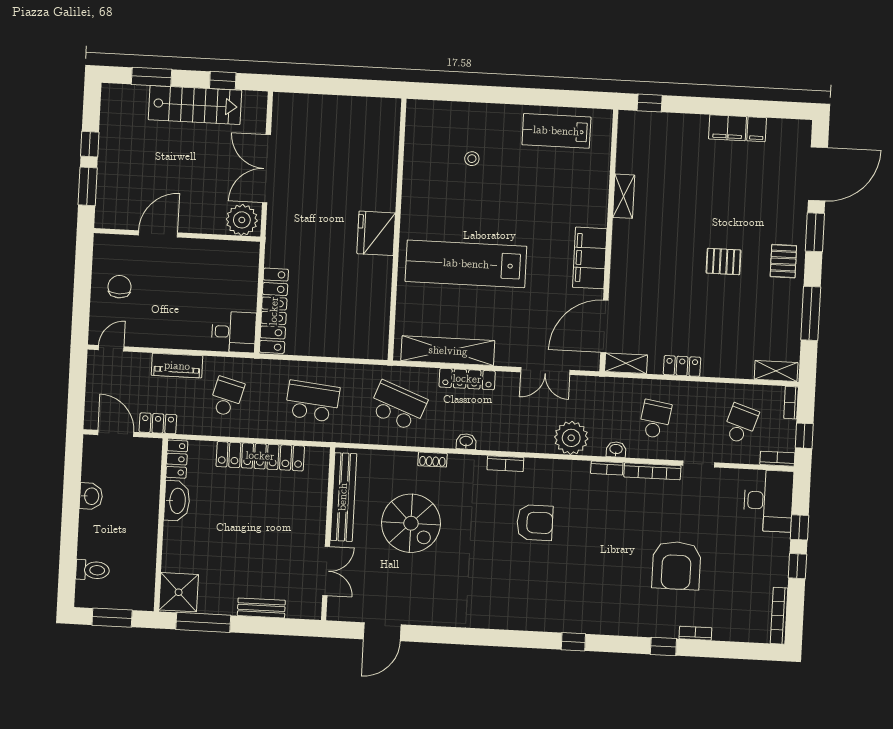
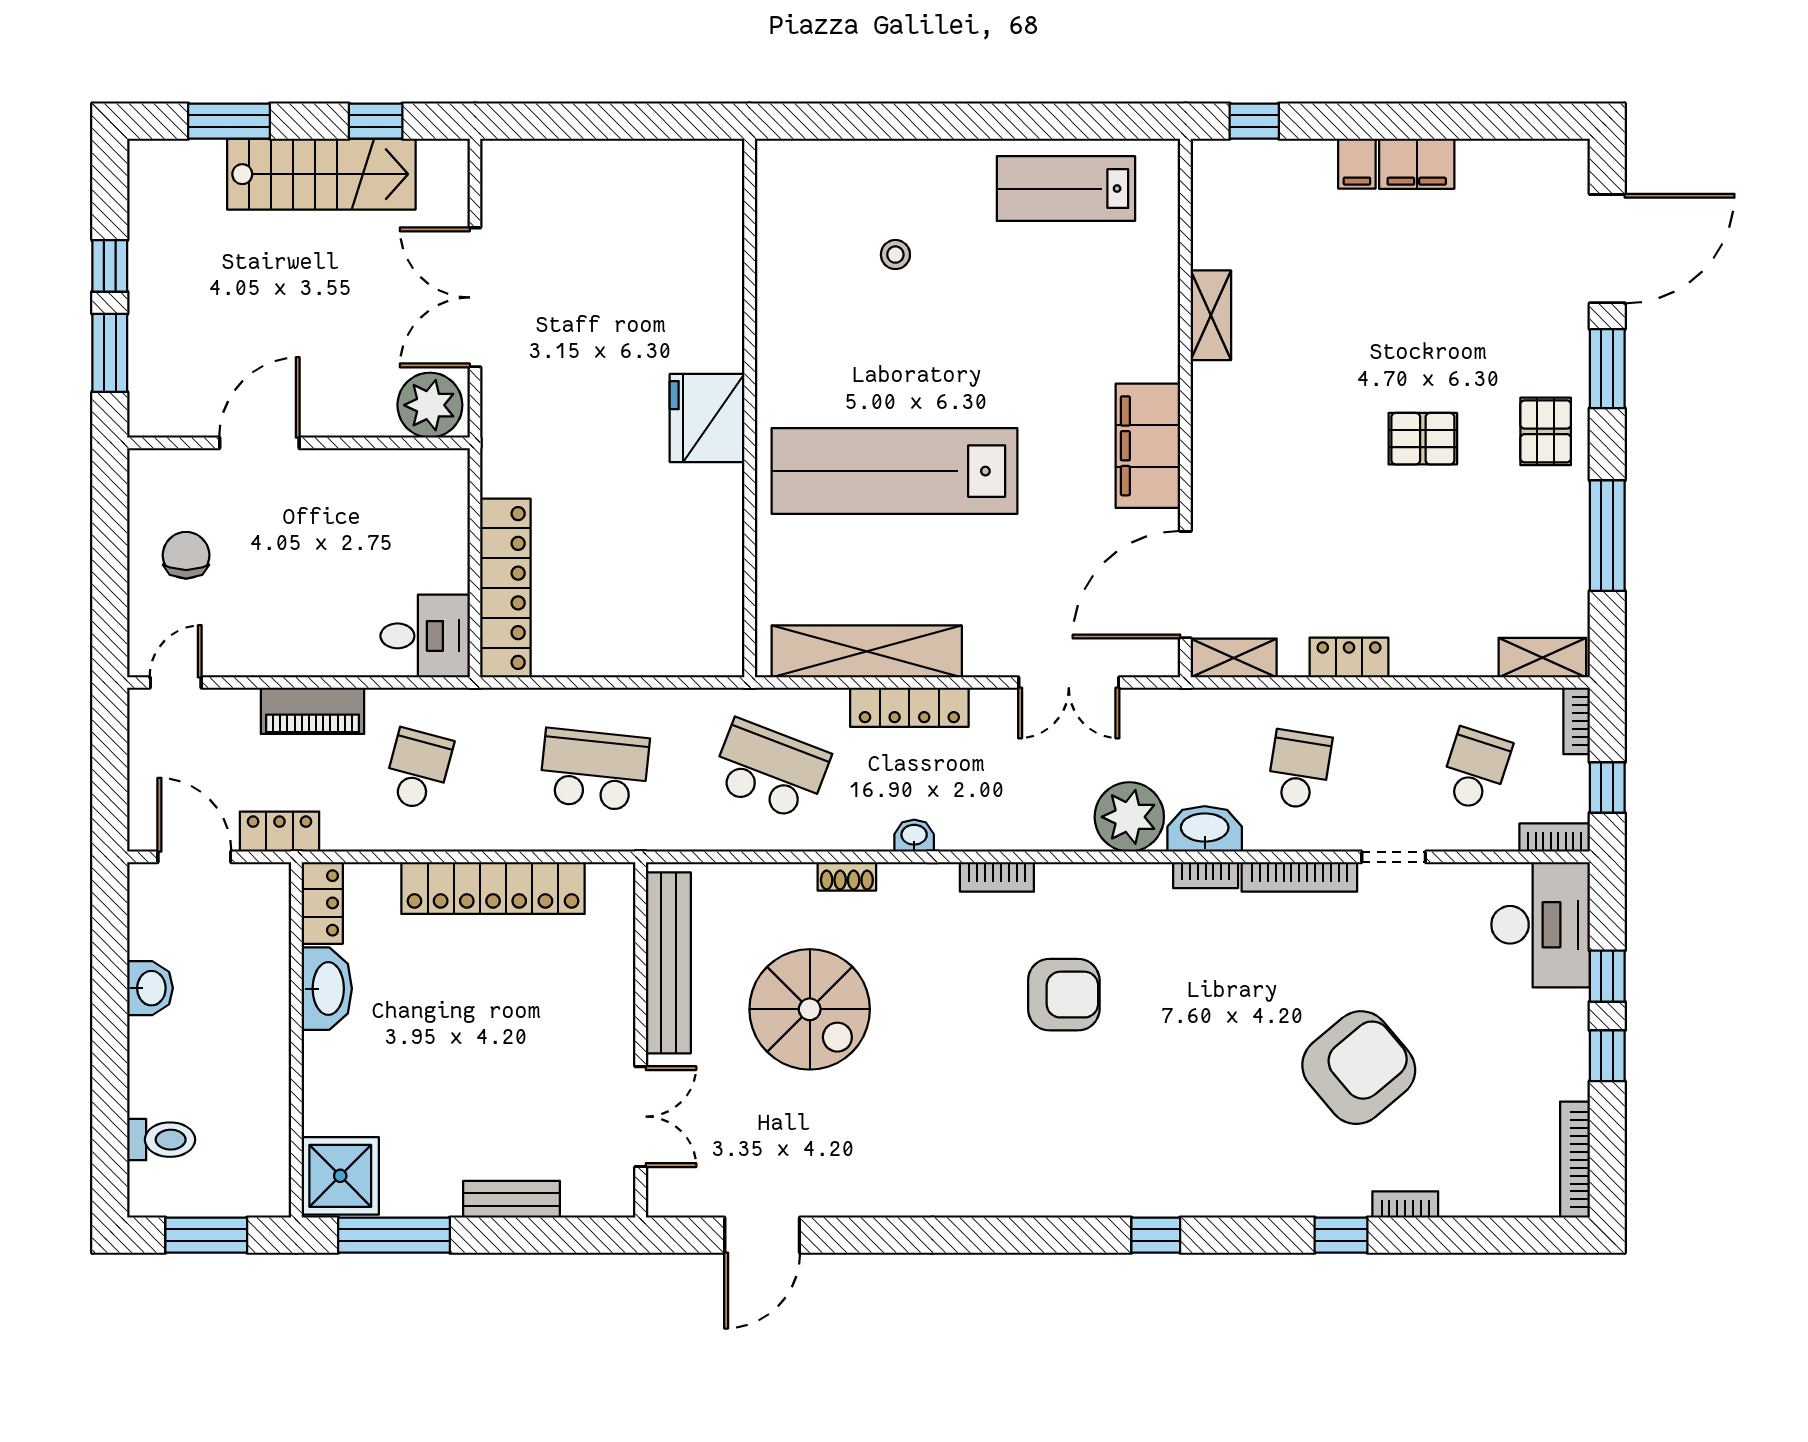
filing cabinet: (757, 129) -> (1357, 164), moved
washbasin: (616, 449) -> (1205, 829), width x1.91, depth x1.45
armchair: (676, 566) -> (1359, 1068), turned -130

